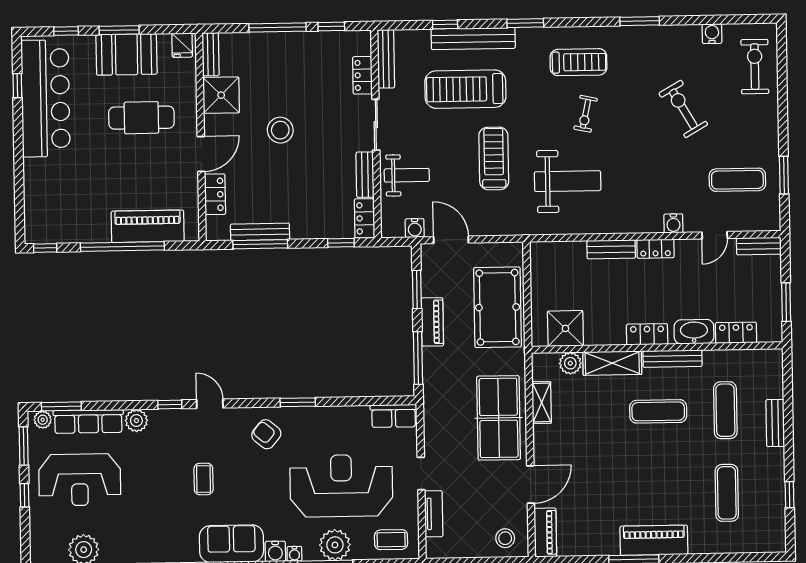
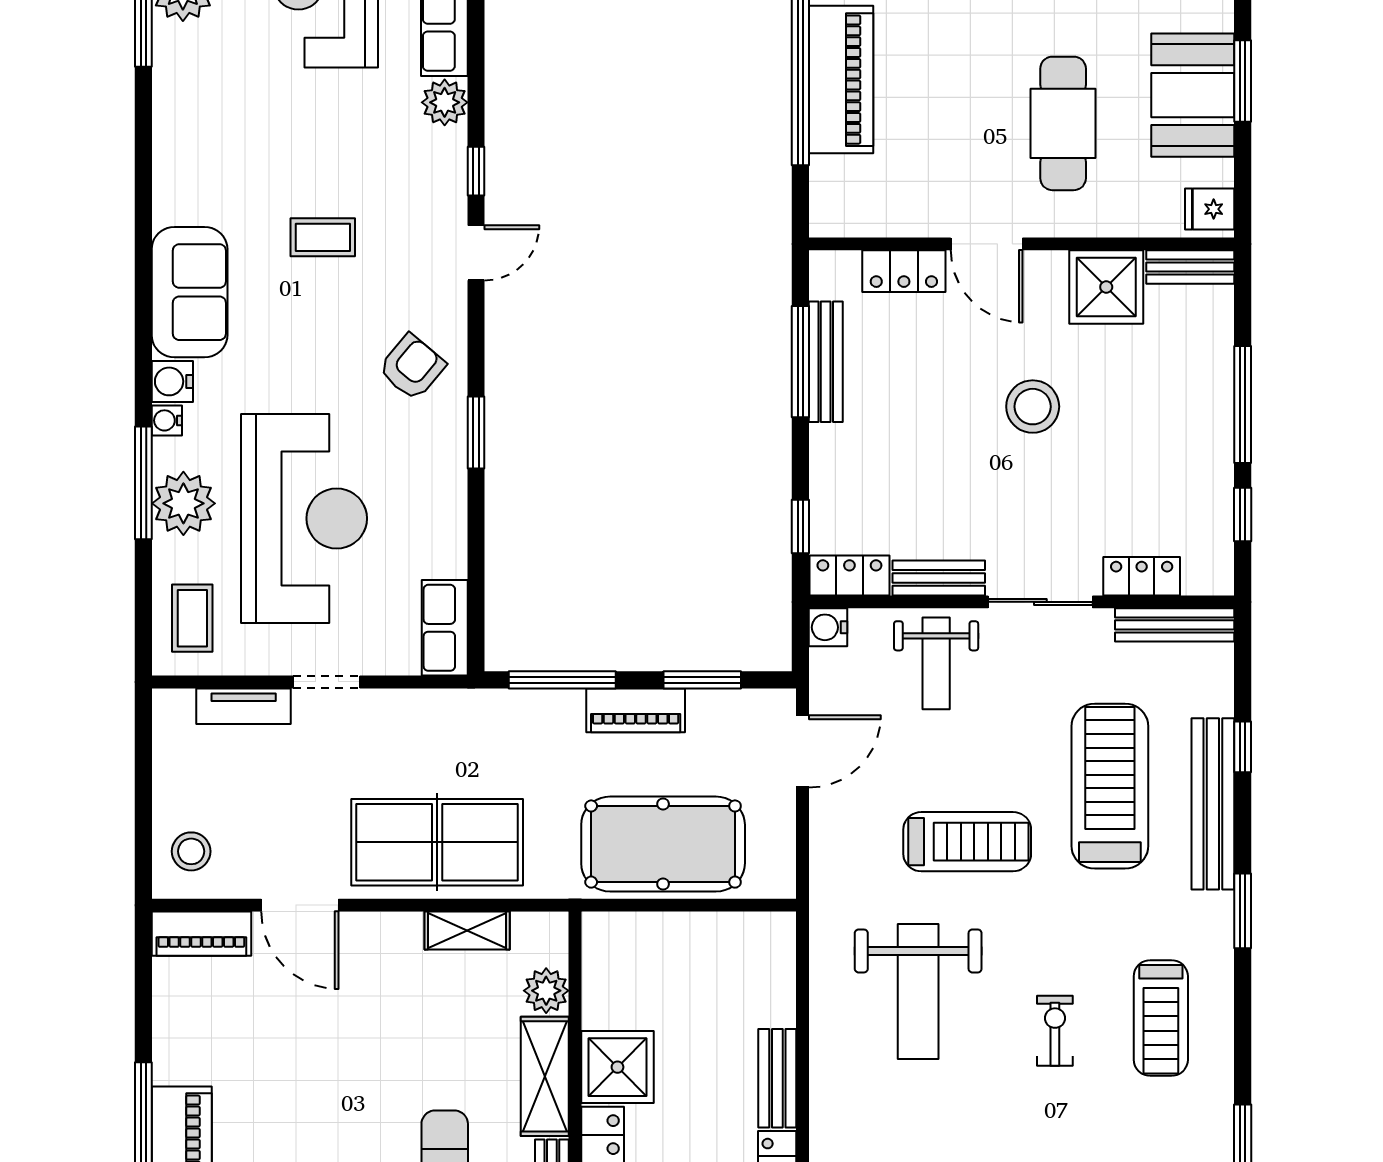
exercise bike: (586, 114) -> (1055, 1031), turned 78
piano: (148, 226) -> (841, 80), moved
water cooler: (415, 228) -> (828, 627), moved
shower: (565, 328) -> (617, 1067), moved

